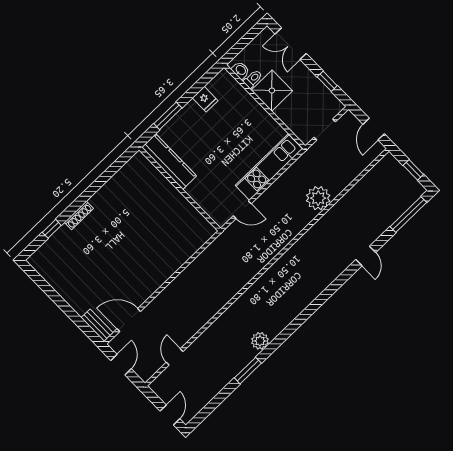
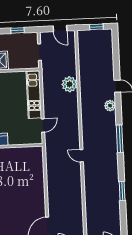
window: (408, 215) -> (120, 139), moved
plant: (260, 341) -> (110, 106), moved
door: (175, 357) -> (82, 156), moved

